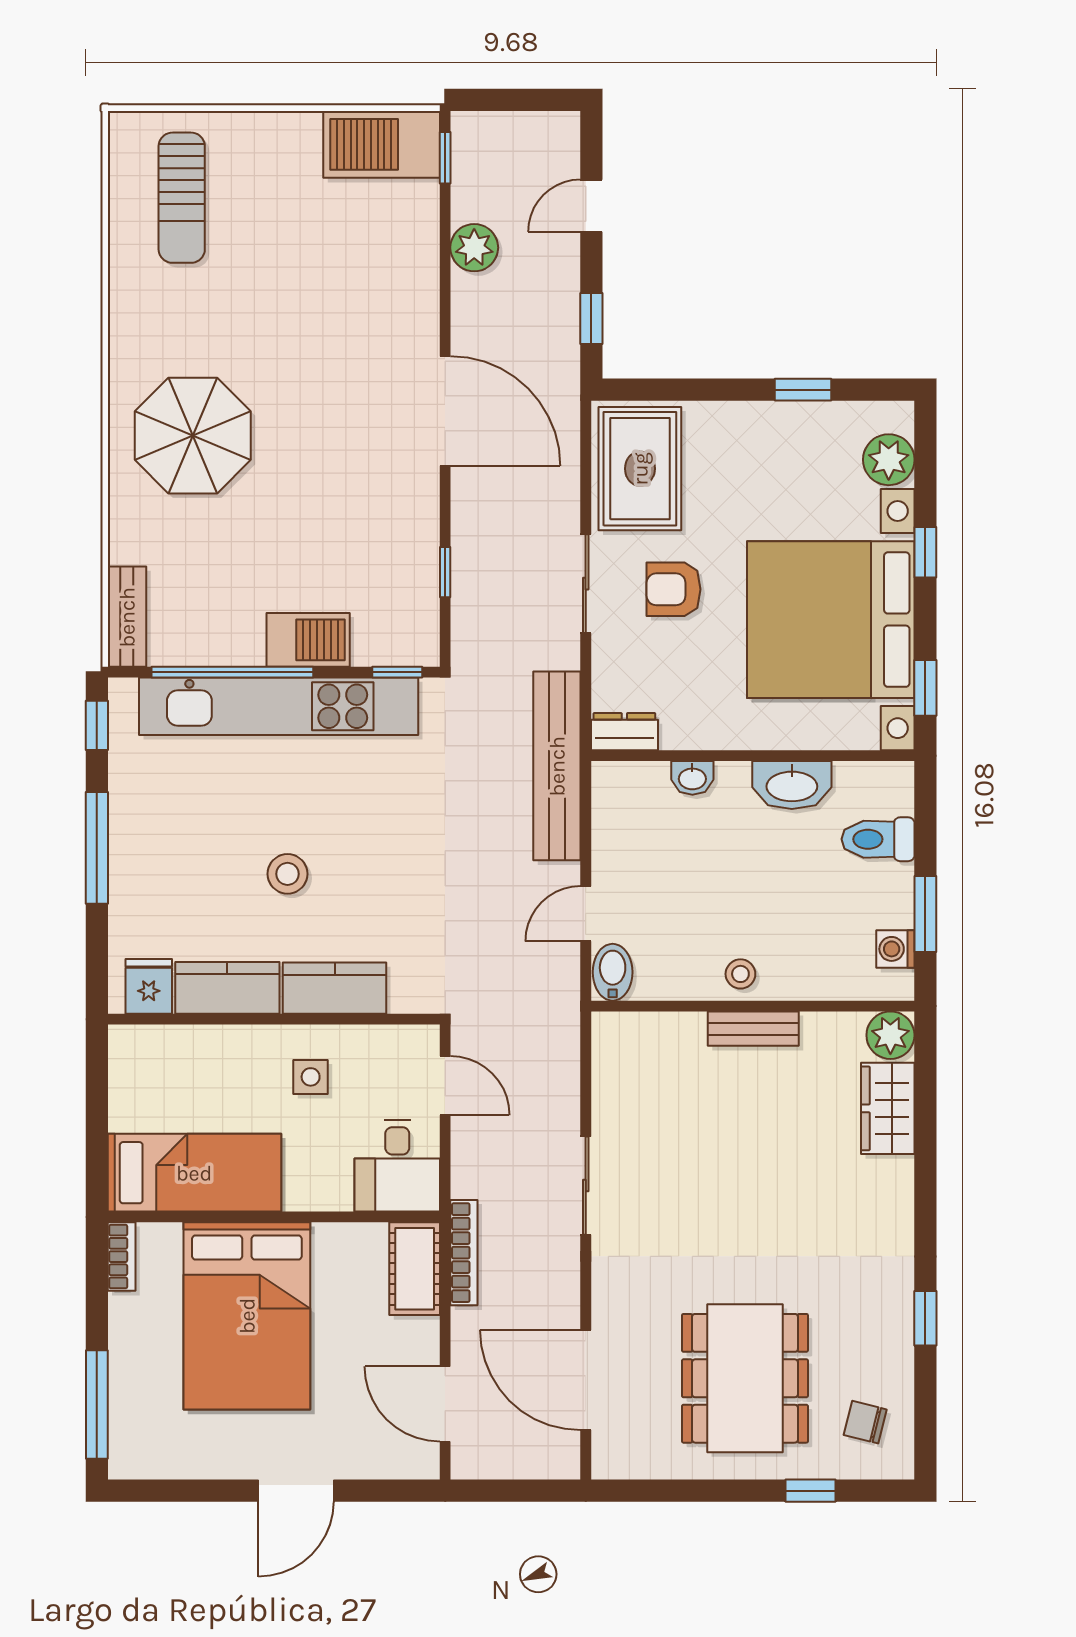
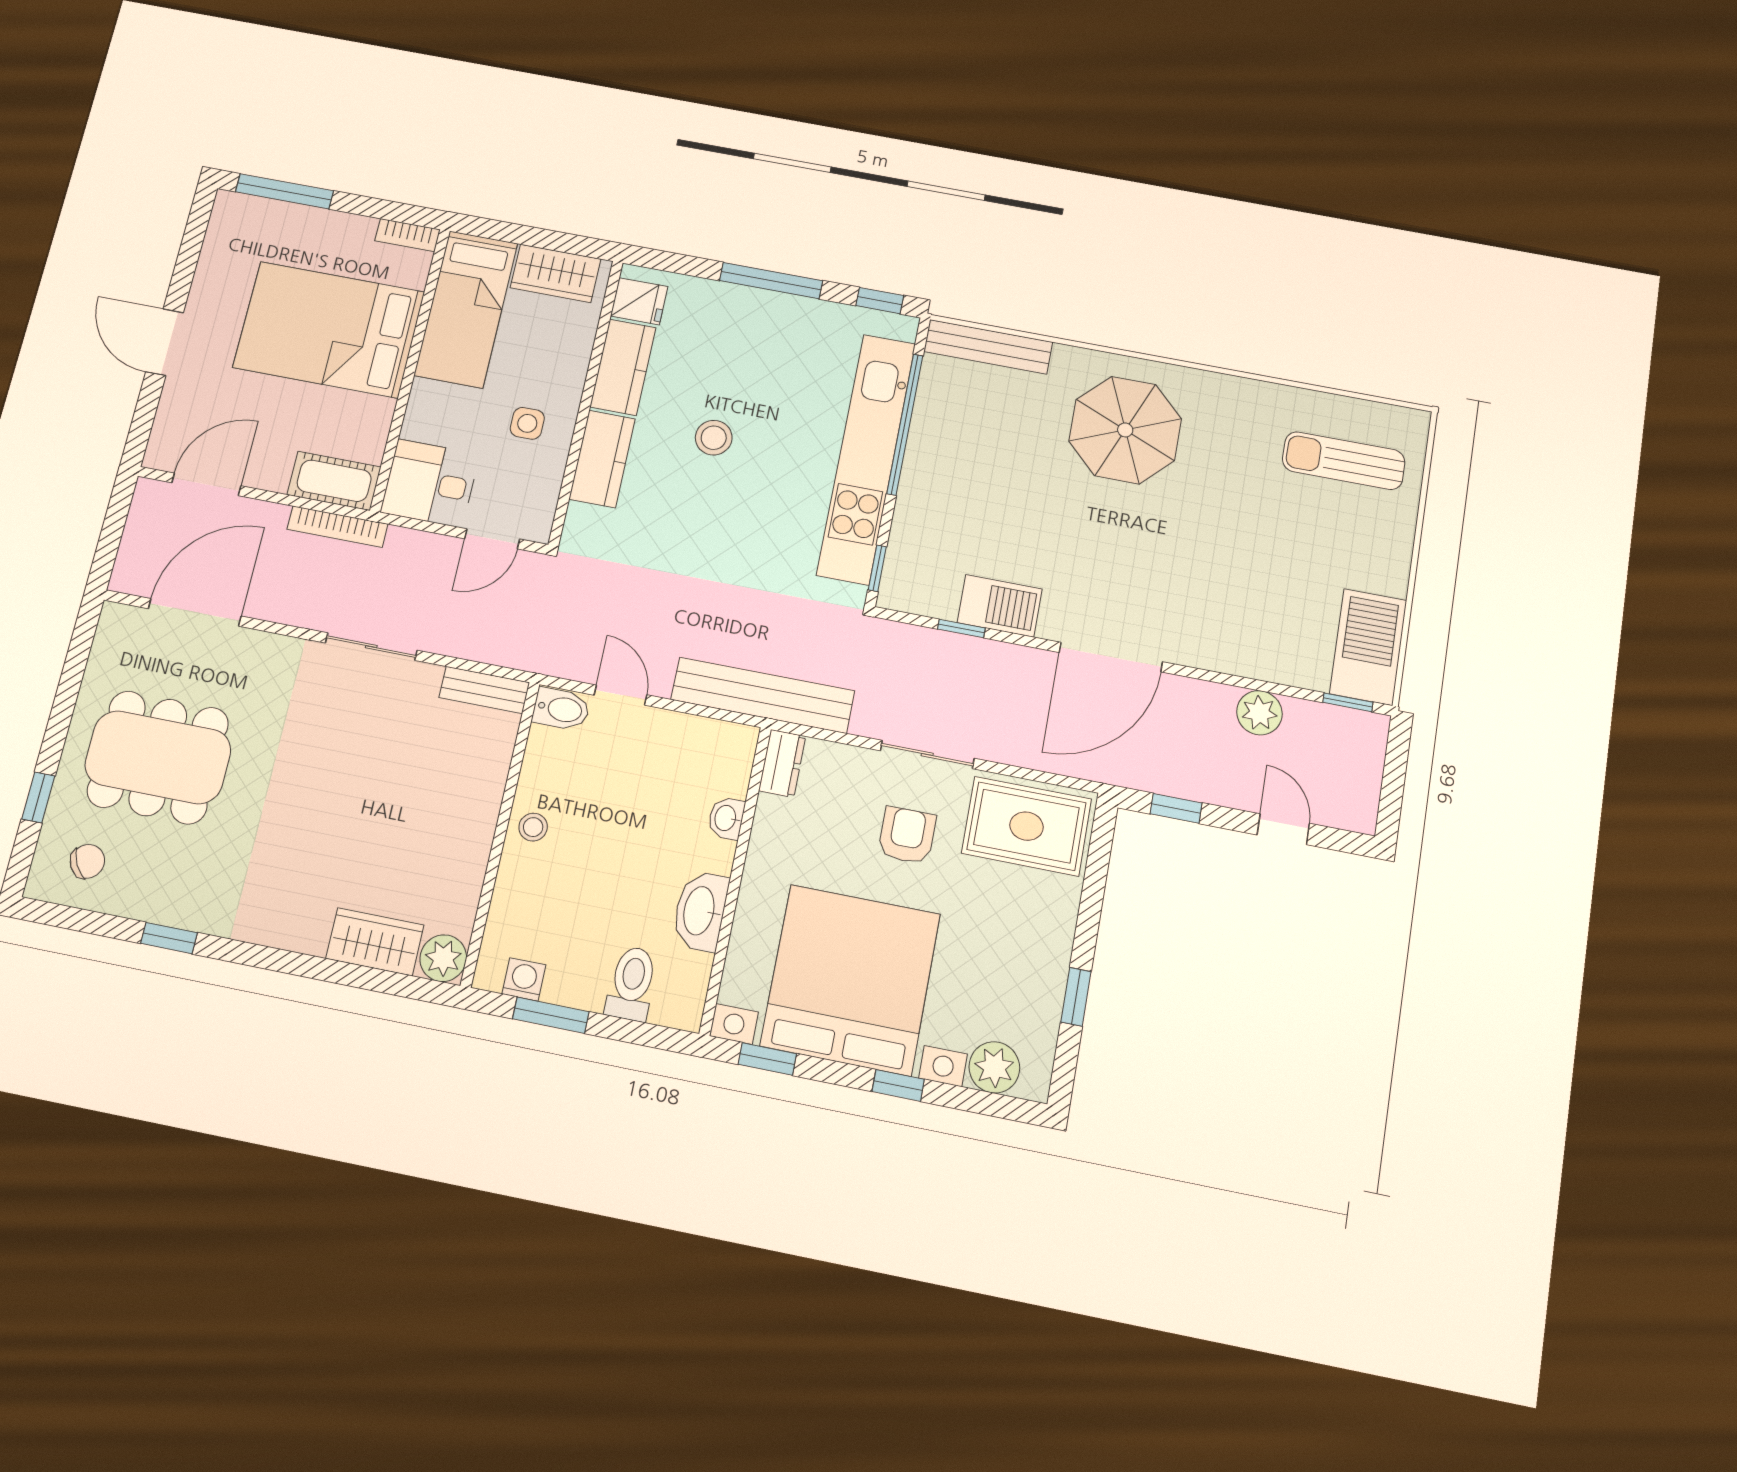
bench: (127, 617) -> (988, 347), width x1.36
barbecue: (308, 640) -> (1000, 606), moved, turned -90
bench: (753, 1029) -> (484, 690), moved, turned 90
wardrobe: (134, 1084) -> (556, 273), added
chair: (865, 1422) -> (87, 861), turned 46

